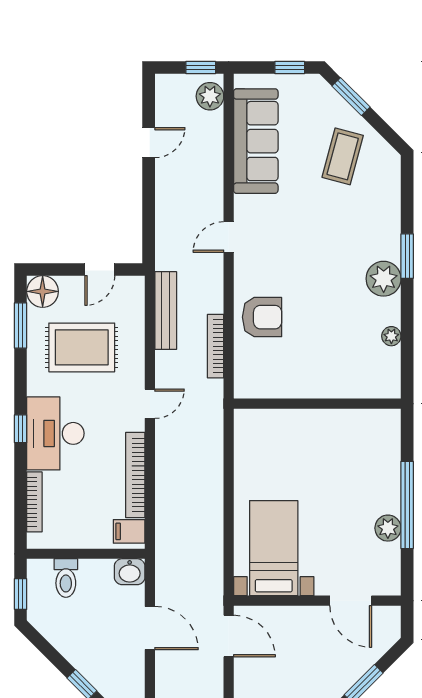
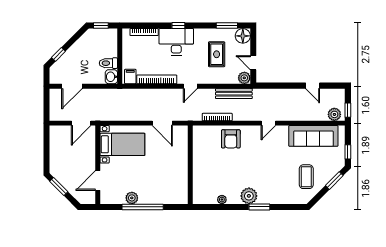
coffee table: (343, 156) -> (306, 177), turned 75
door: (229, 237) -> (268, 123), swing flipped
plant: (132, 288) -> (244, 78), added
rug: (82, 347) -> (217, 54), width x0.73, depth x0.70
door: (150, 404) -> (190, 86), hinge flipped
door: (229, 463) -> (162, 123), added
toilet: (66, 578) -> (108, 63), moved
door: (150, 628) -> (72, 86), moved

